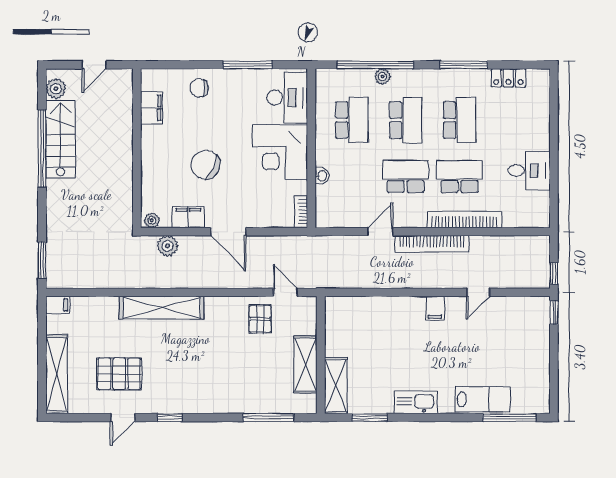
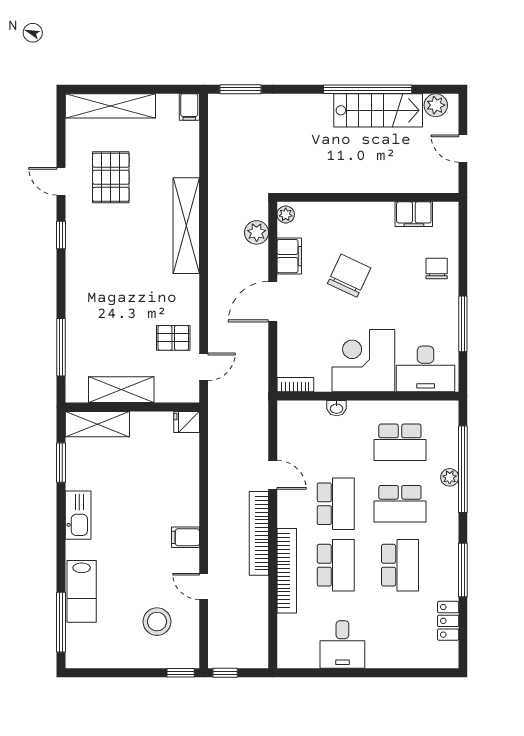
school desk: (460, 120) -> (400, 565), turned -90
fridge: (334, 307) -> (187, 422), added
stool: (509, 333) -> (157, 622), added

